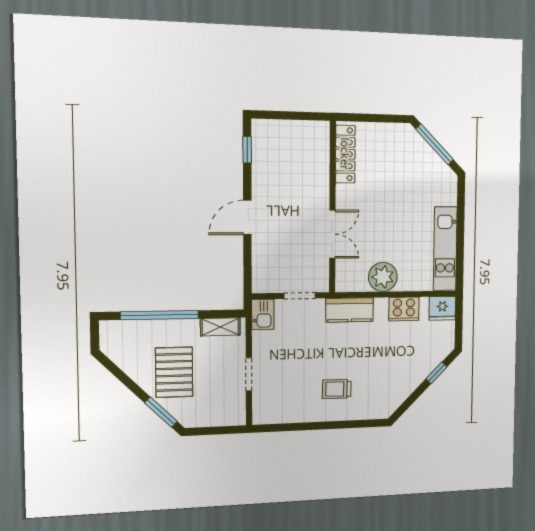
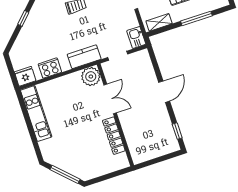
locker: (345, 154) -> (114, 136), moved
double door: (332, 234) -> (110, 99), swing flipped
plant: (383, 277) -> (91, 77), moved
window: (160, 315) -> (196, 18), width x0.68
window: (436, 373) -> (23, 18), moved

